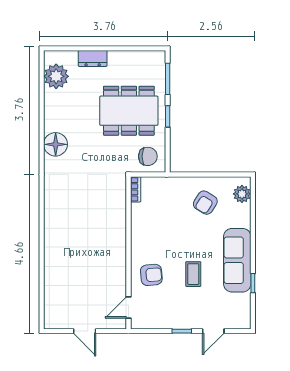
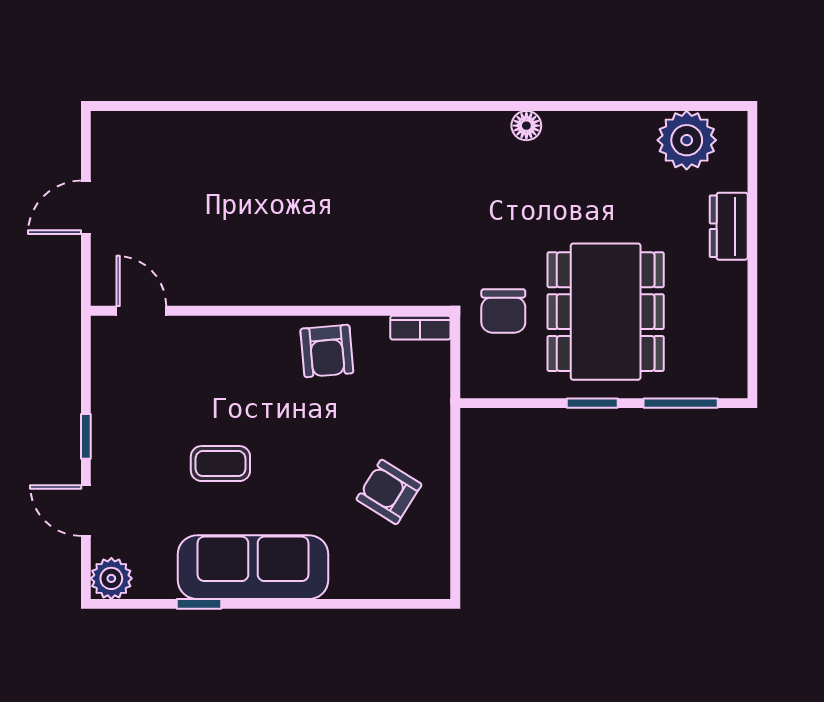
floor lamp: (56, 144) -> (526, 126), width x0.53, depth x0.53
chair: (148, 156) -> (503, 311), moved
plant: (242, 194) -> (111, 578), moved
armchair: (151, 275) -> (327, 351), moved

